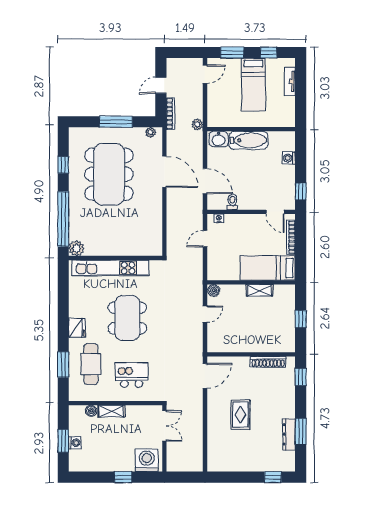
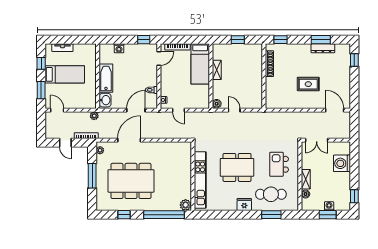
door: (205, 376) -> (335, 110), moved
double door: (164, 426) -> (317, 140), swing flipped
washing machine: (147, 460) -> (342, 163), moved
window: (123, 477) -> (354, 196), moved

